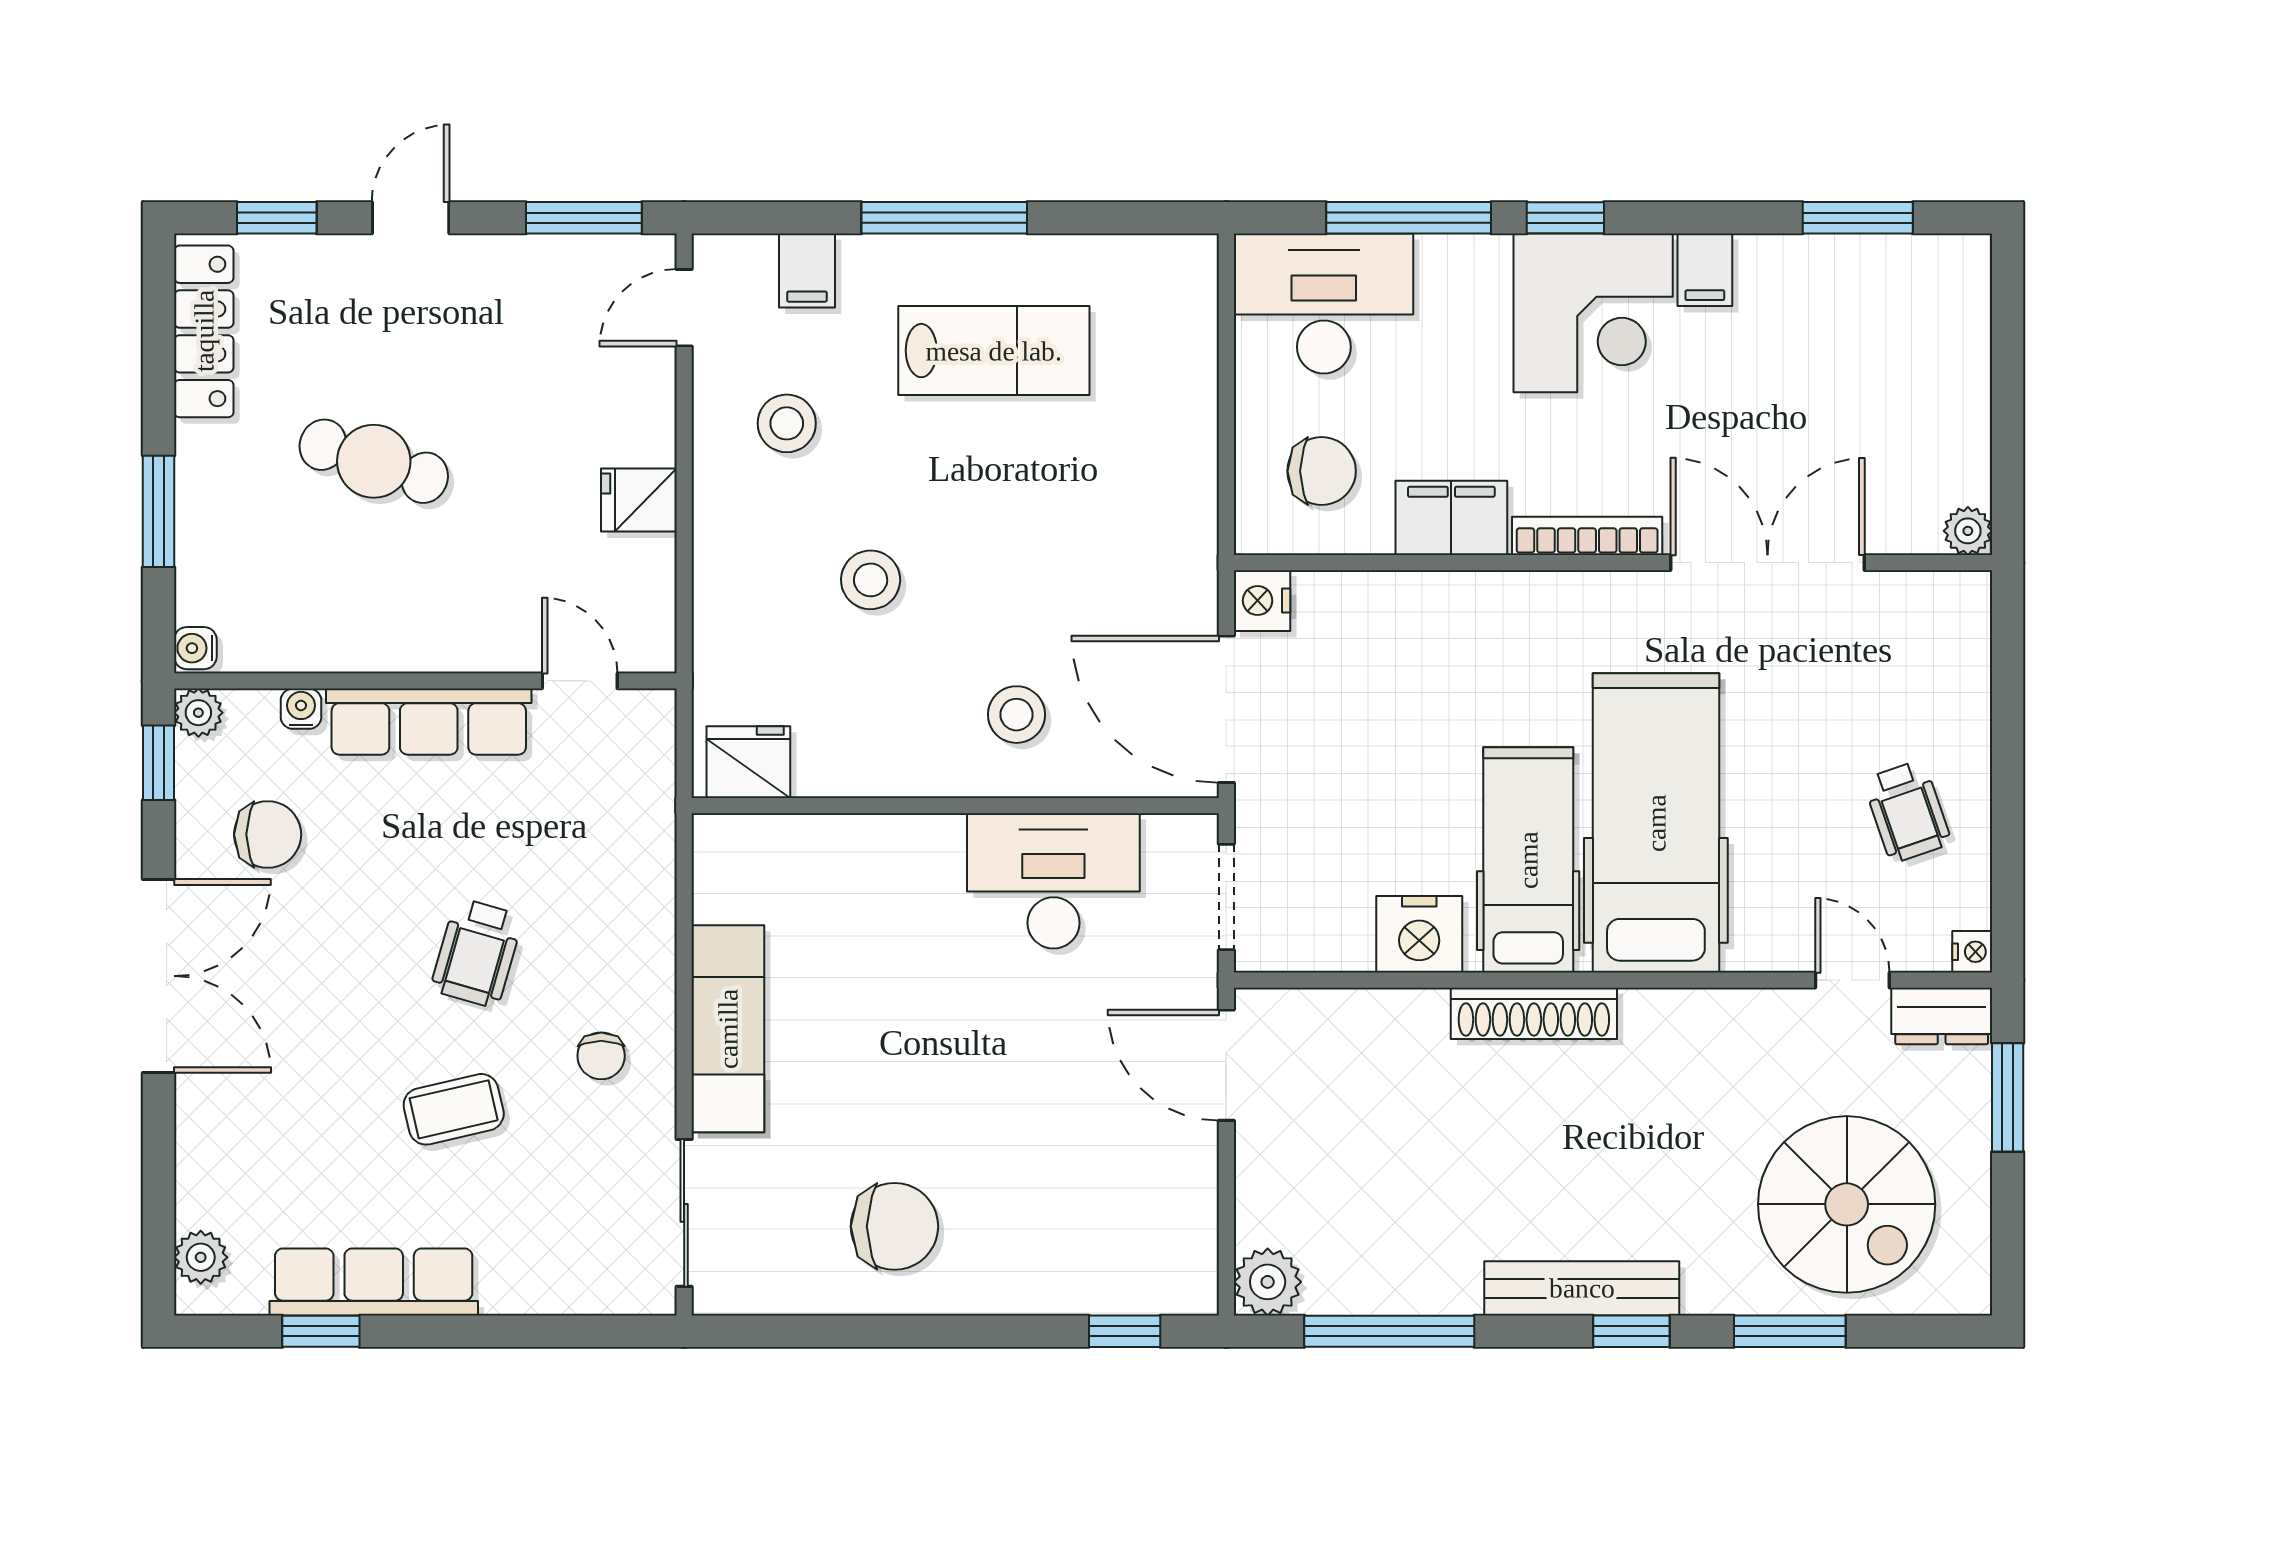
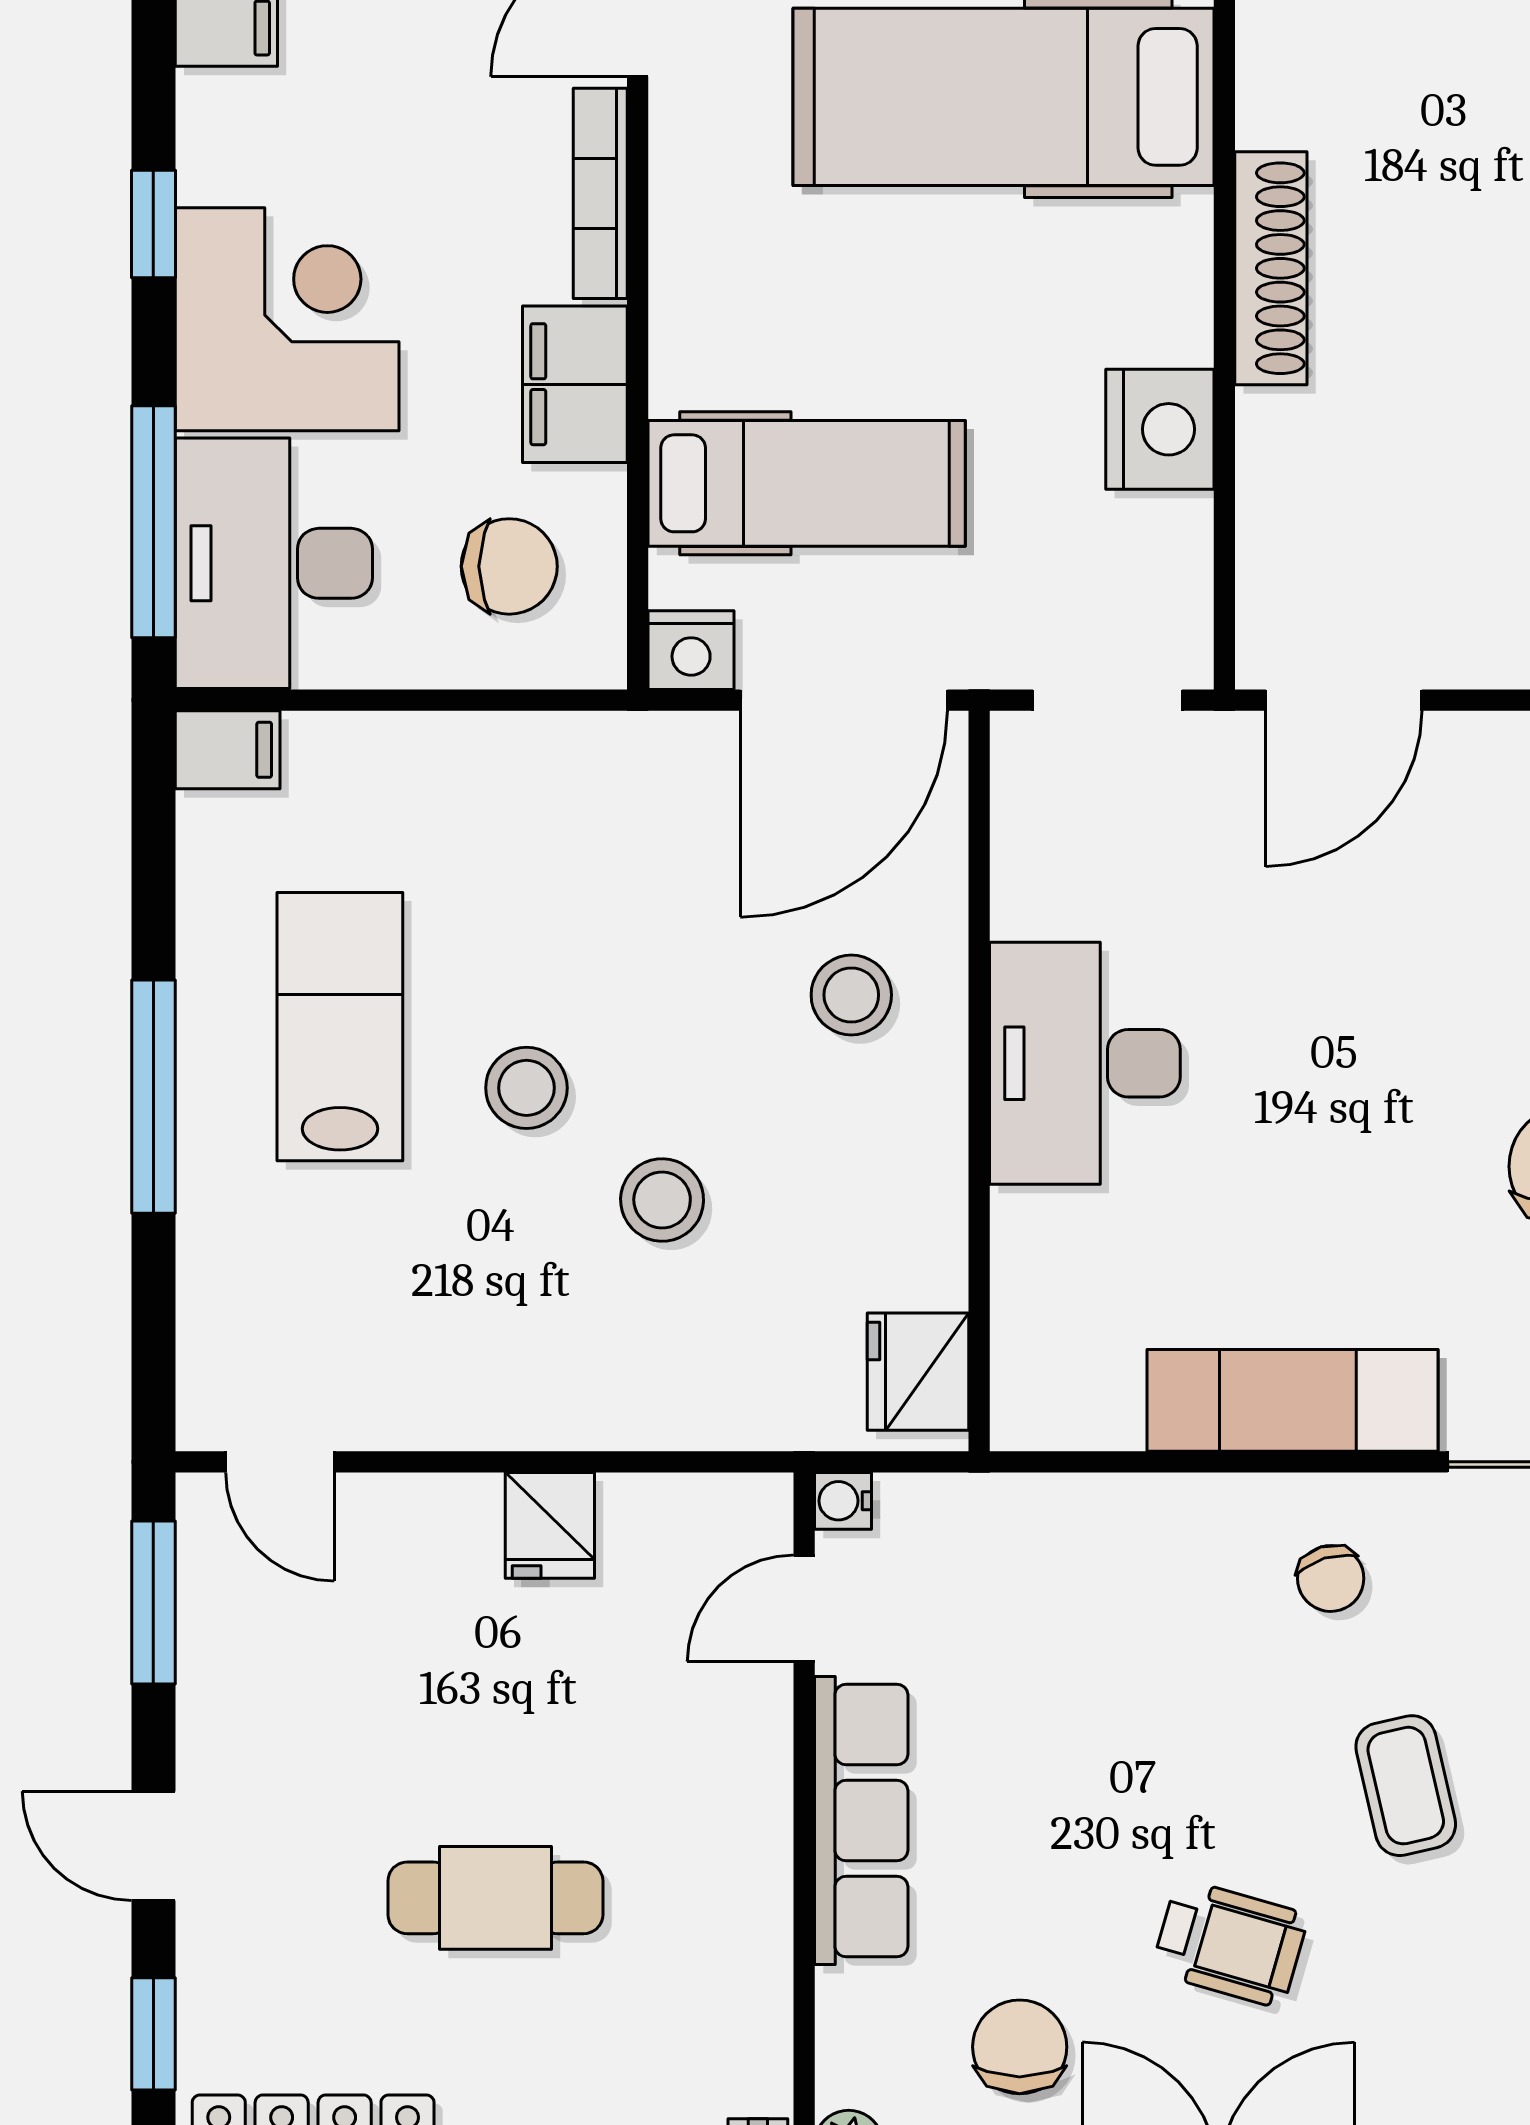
window: (1409, 218) -> (153, 522), moved
filing cabinet: (807, 271) -> (228, 750), moved
corner desk: (1593, 313) -> (287, 319), moved
stool: (787, 423) -> (526, 1088), moved
cafe table: (374, 461) -> (495, 1898), turned 72
chair: (1322, 471) -> (509, 566), turned 90
water cooler: (301, 709) -> (843, 1501), moved
hospital bed: (1528, 860) -> (807, 483), moved, turned 180
desk: (1053, 881) -> (1085, 1063), moved
wheelchair: (477, 953) -> (1230, 1943), moved
chair: (601, 1056) -> (1331, 1578), turned 73

